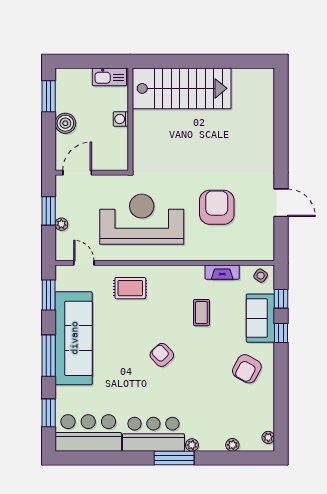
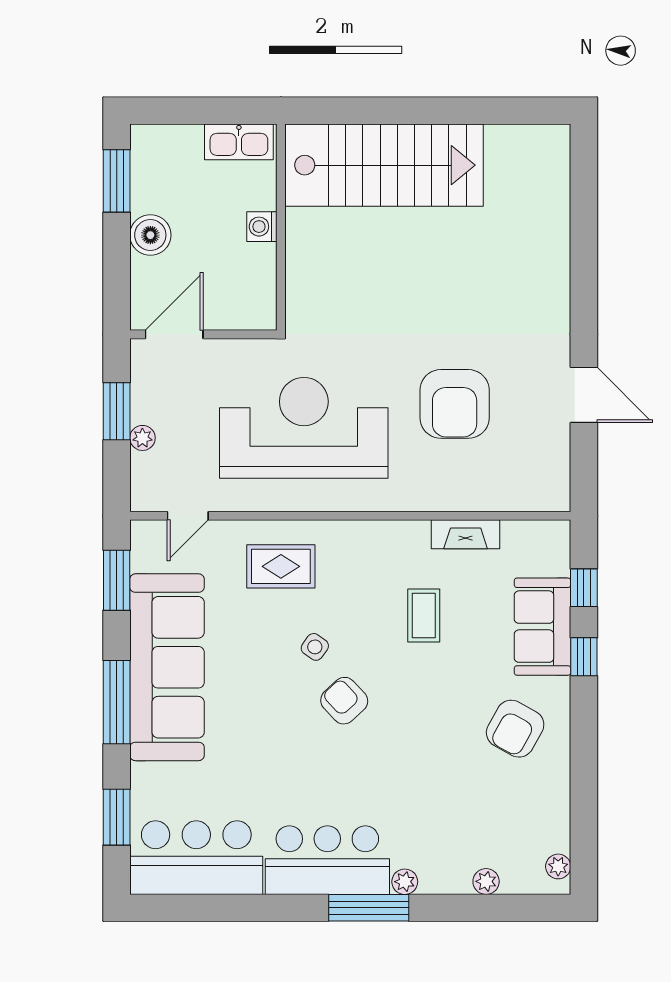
armchair: (217, 207) -> (455, 404), turned 180
door: (84, 263) -> (188, 516), swing flipped
side table: (261, 276) -> (315, 647), moved

